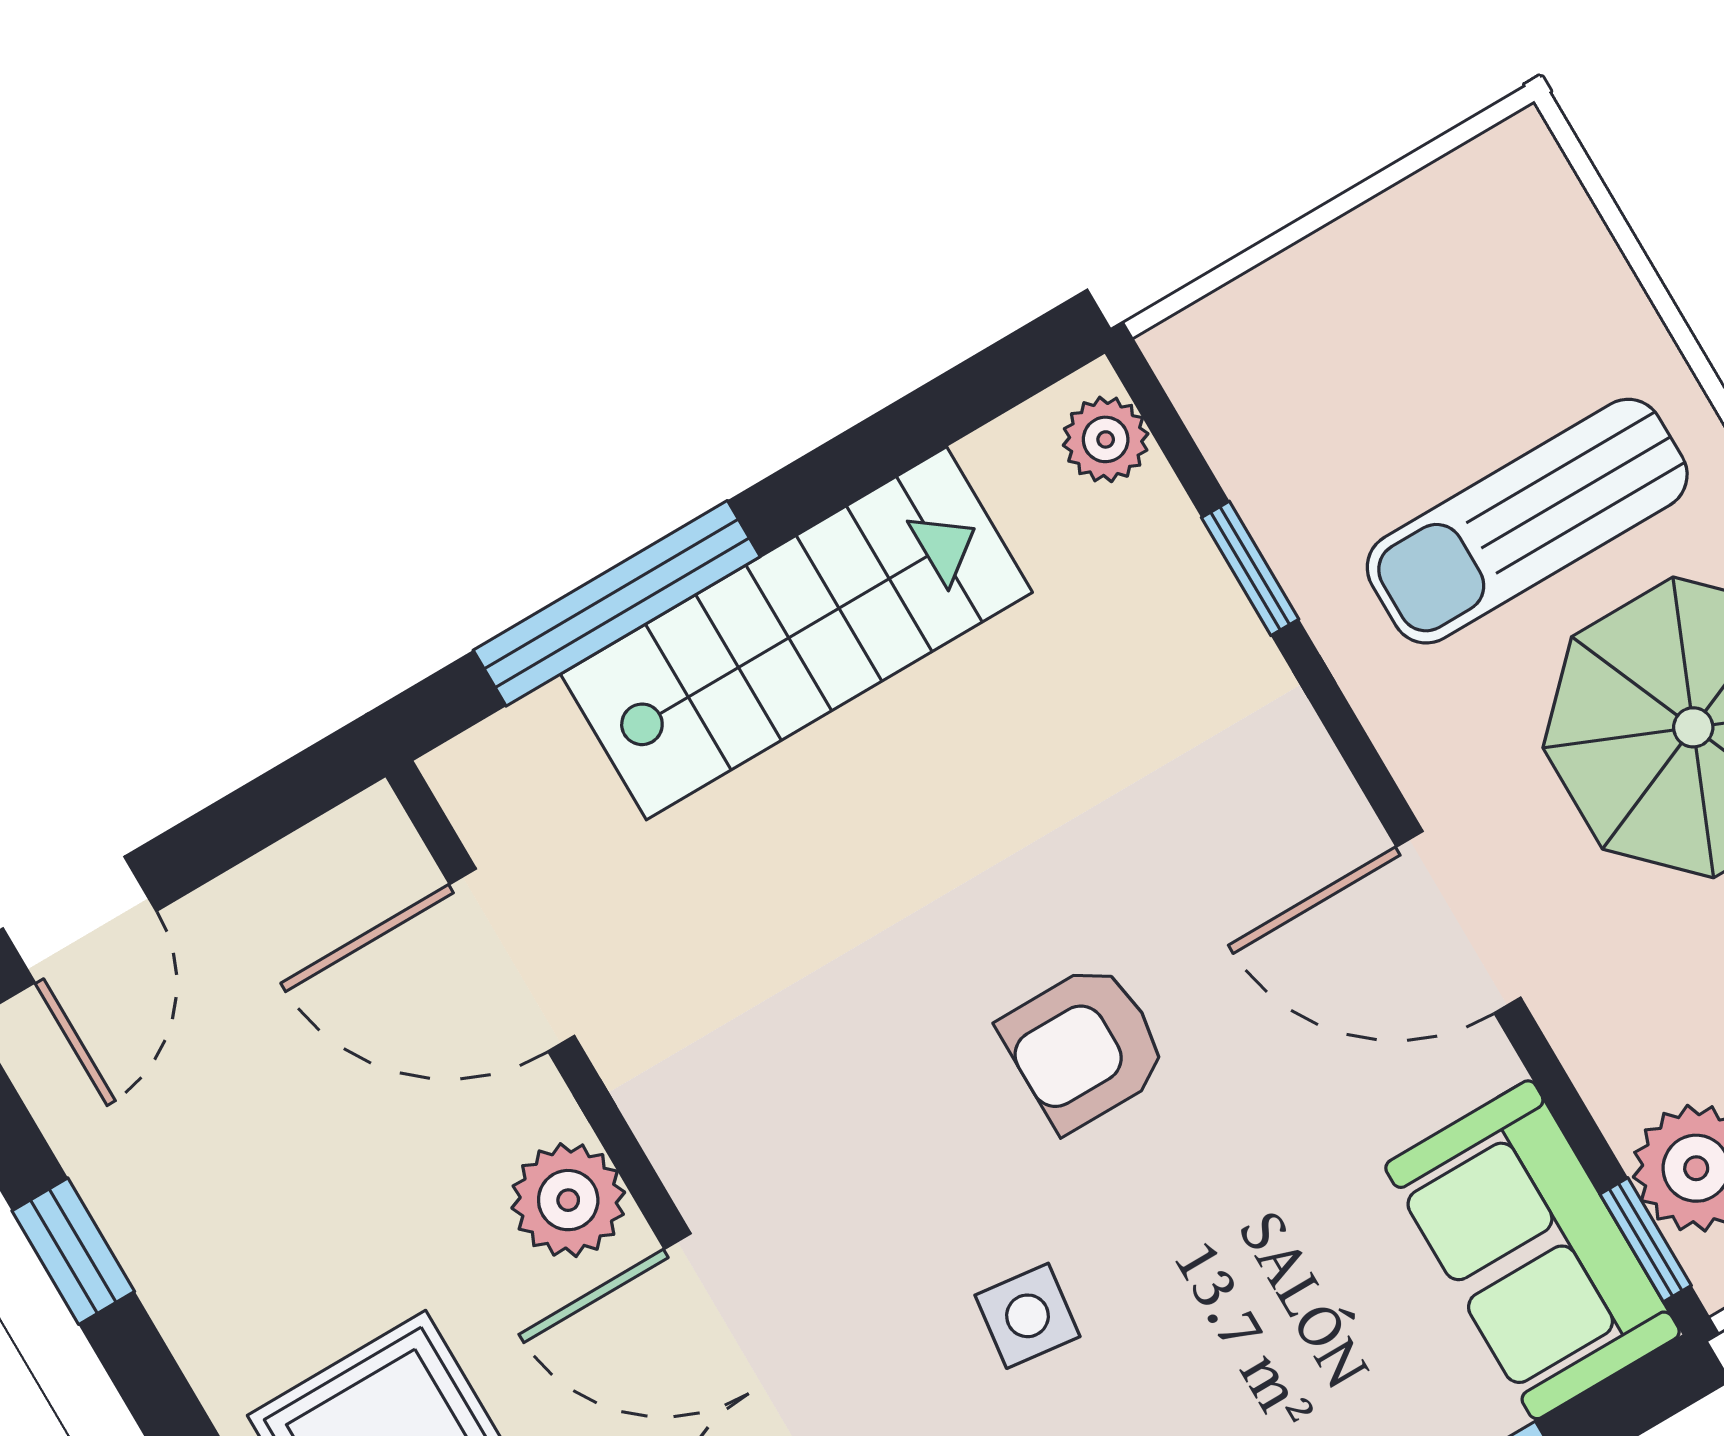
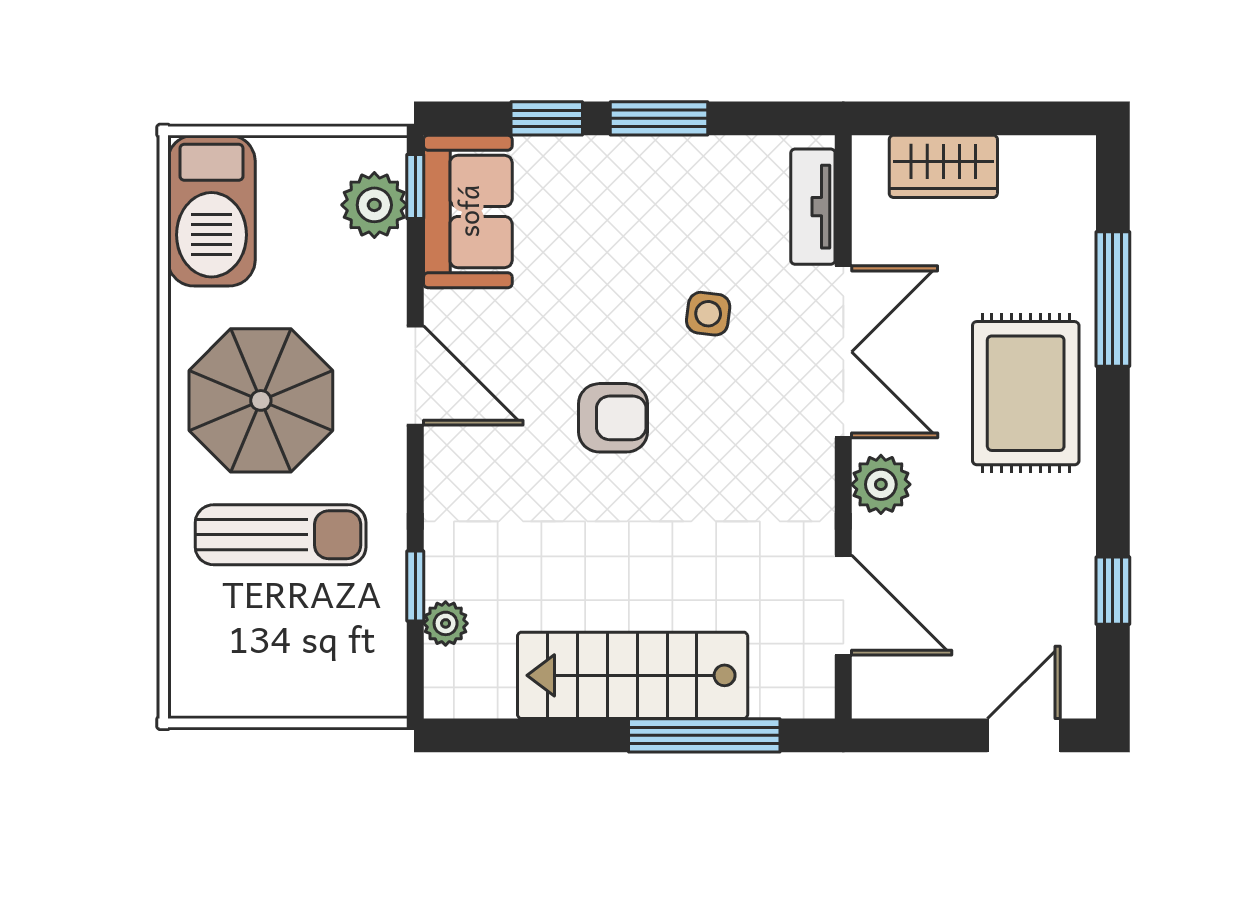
plant: (1106, 439) -> (446, 623), moved

